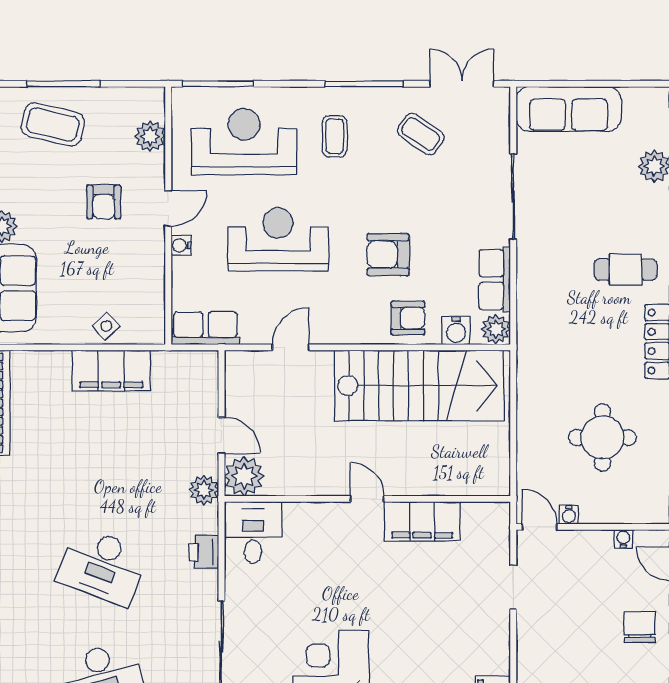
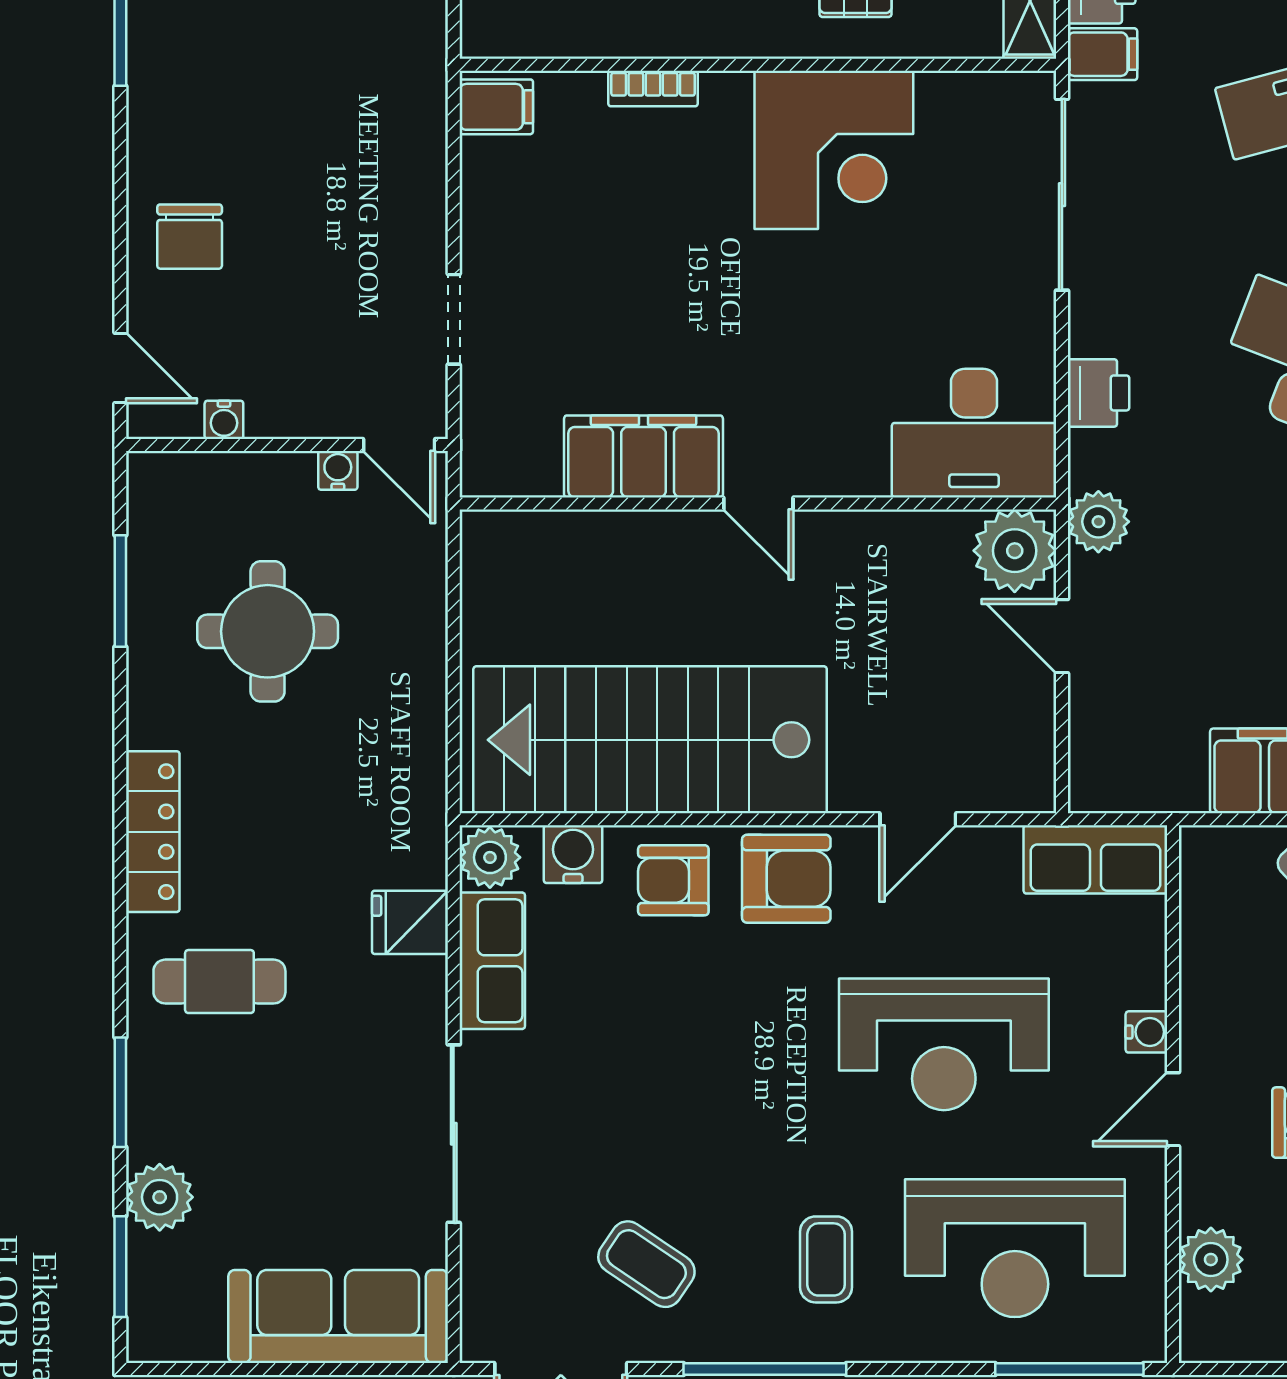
armchair: (388, 255) -> (786, 879), moved
fridge: (534, 298) -> (410, 922), added
desk: (253, 533) -> (974, 433), width x1.37

